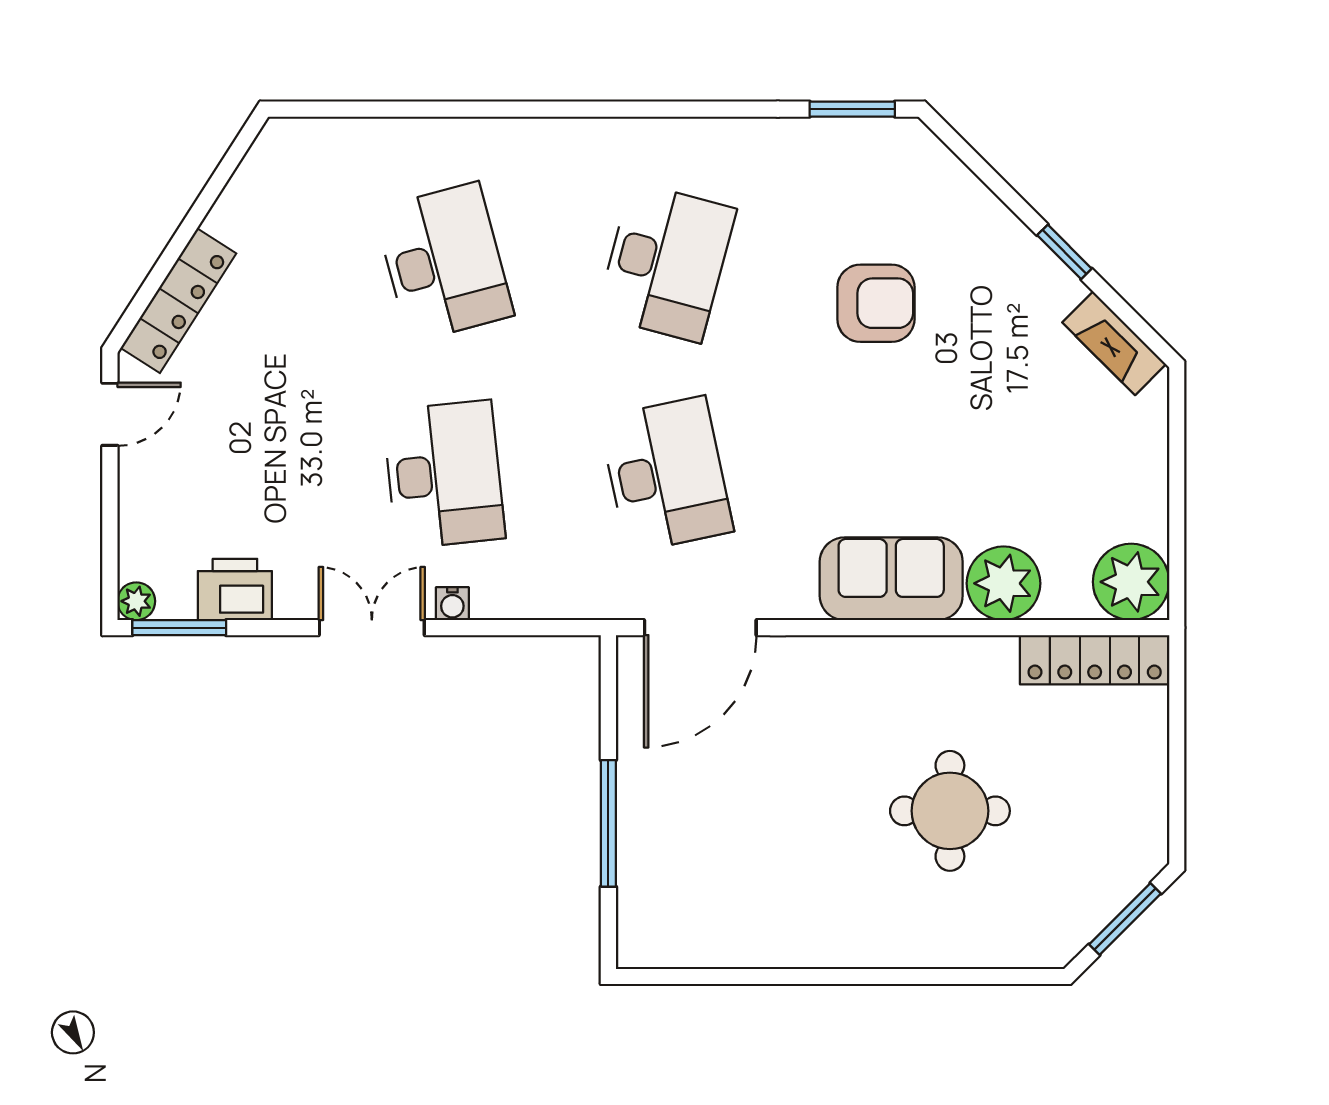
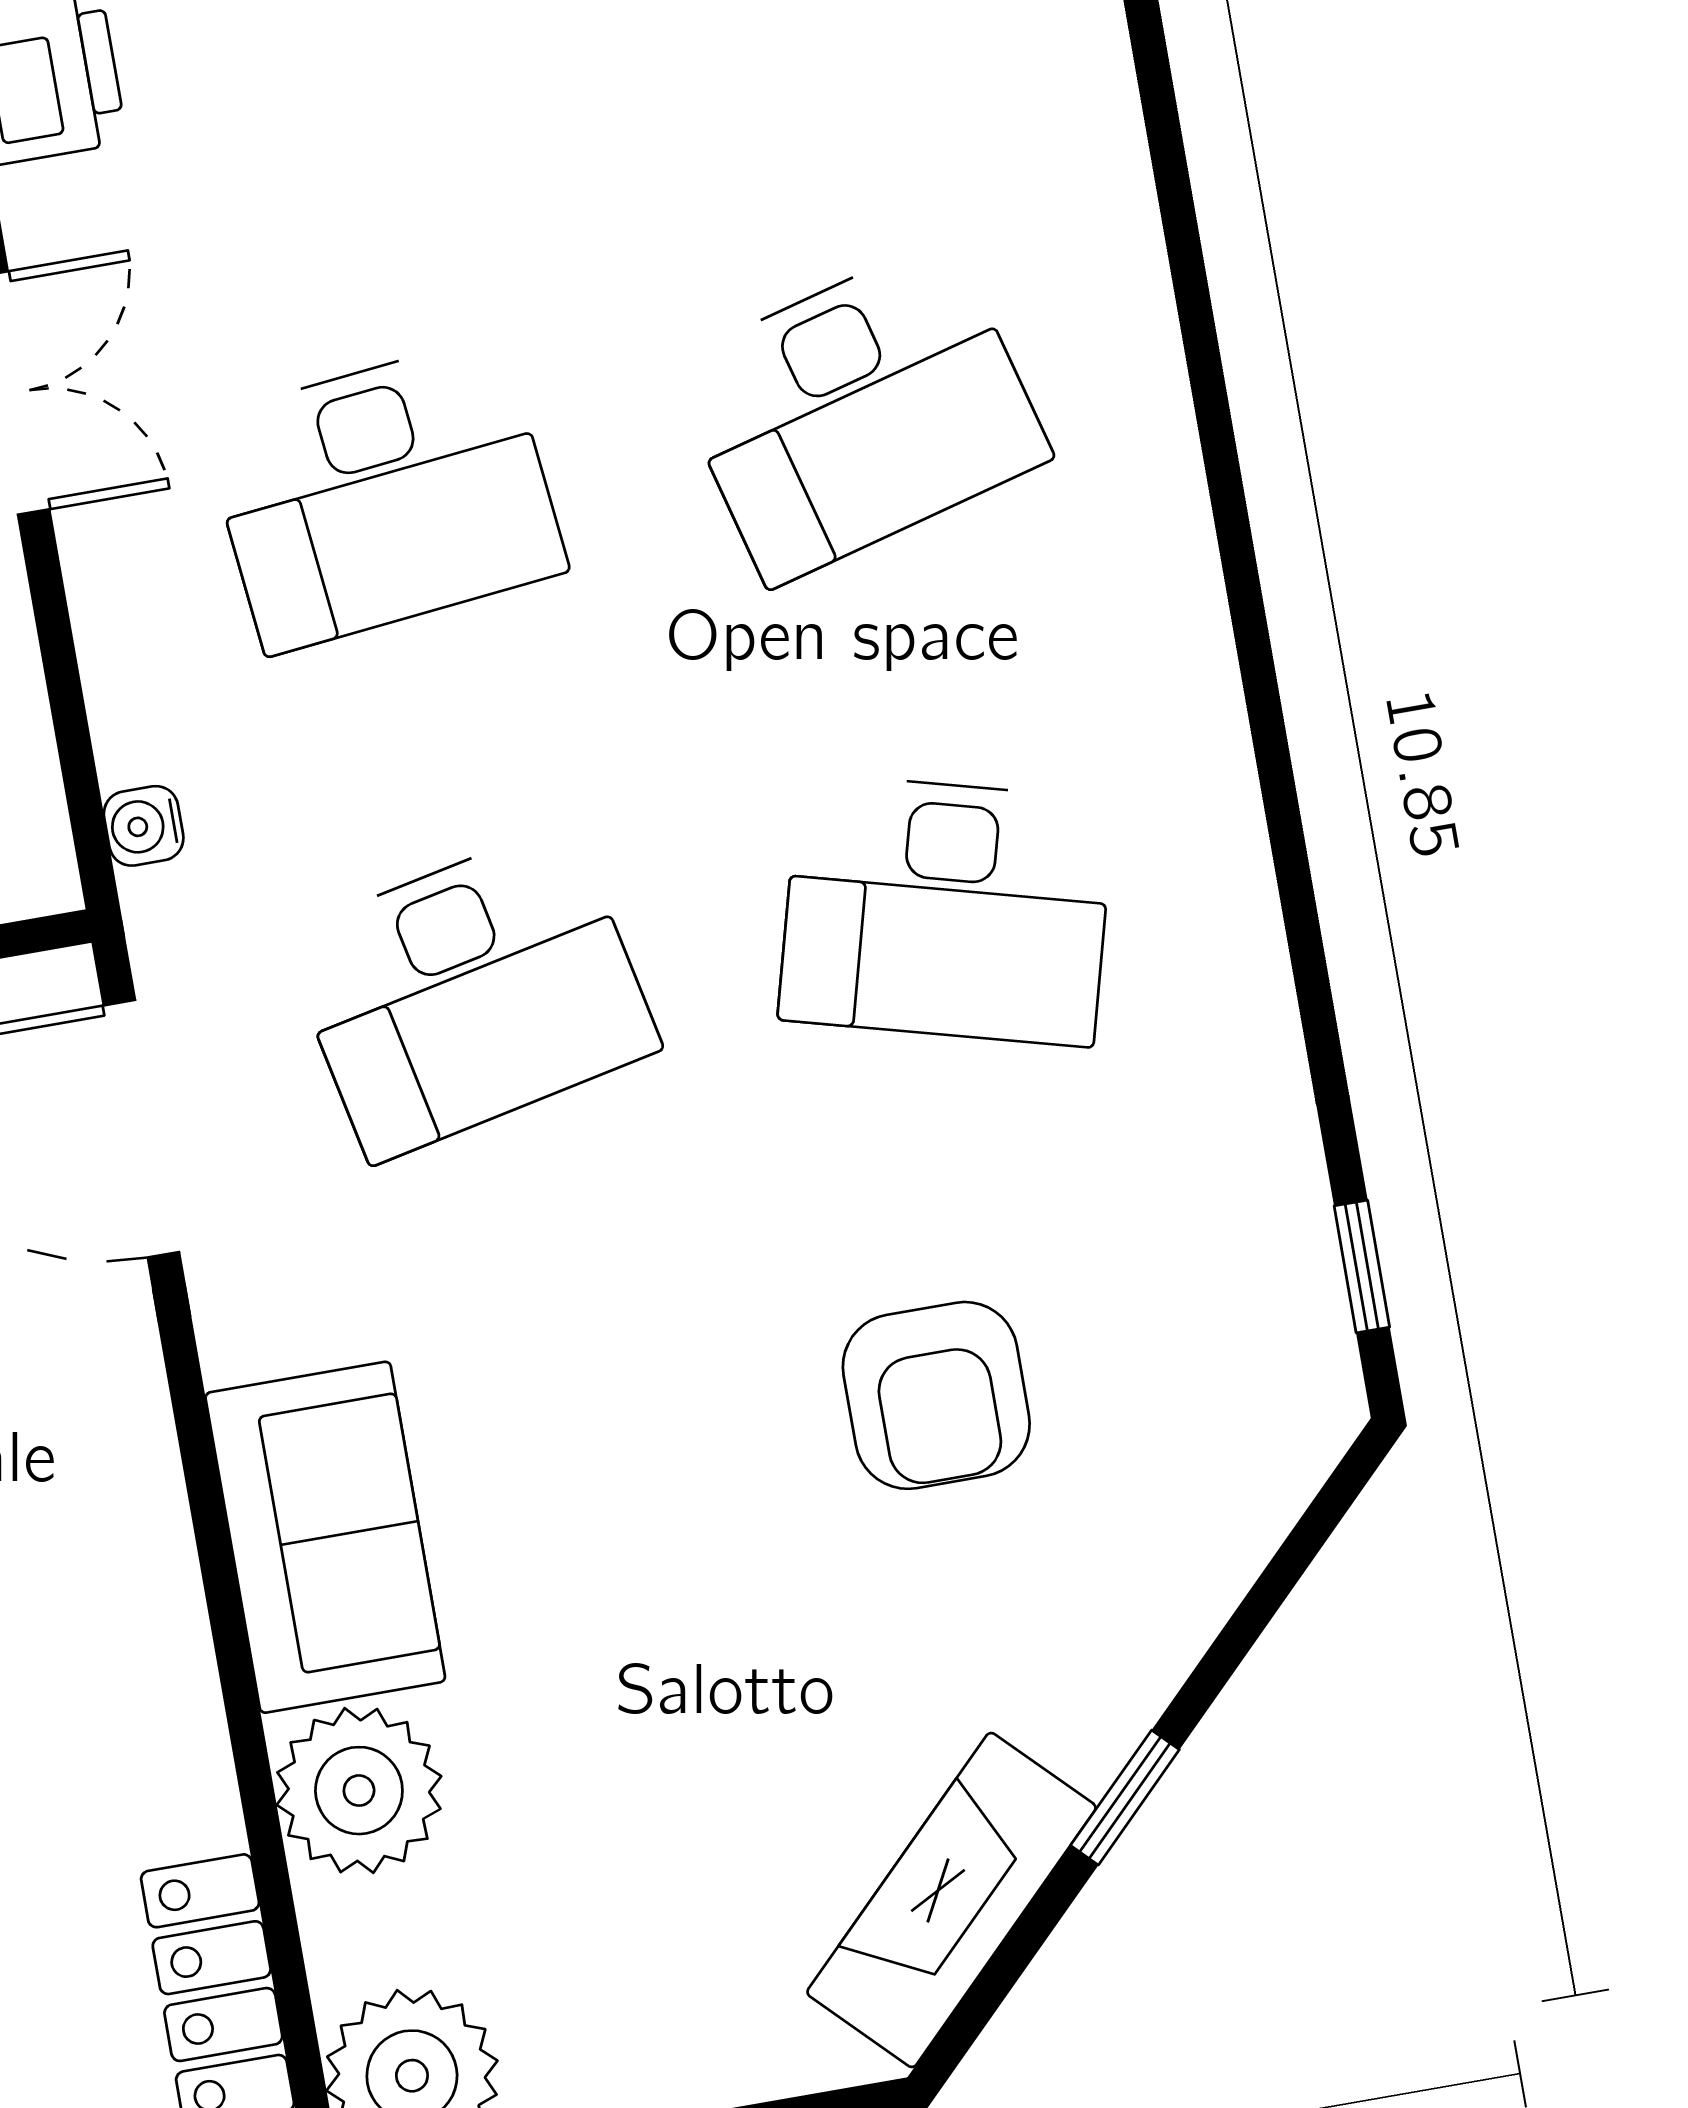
window: (852, 109) -> (1362, 1266), width x0.67
fireplace: (1114, 343) -> (951, 1900), width x1.37, depth x1.32
water cooler: (452, 604) -> (144, 826), moved

